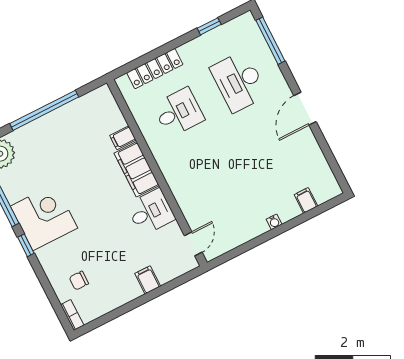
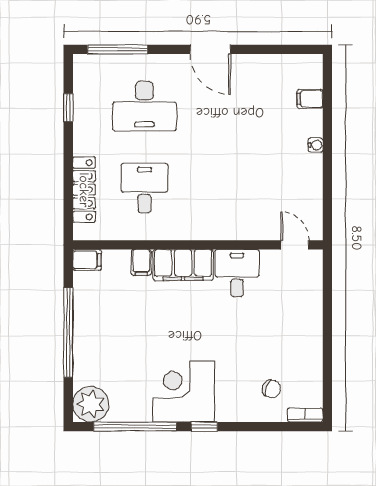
filing cabinet: (148, 280) -> (87, 260), moved, turned 180
chair: (79, 281) -> (272, 389), turned -69

